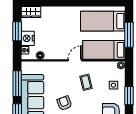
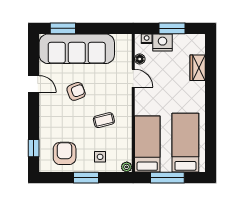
wardrobe: (31, 12) -> (198, 68), moved
door: (75, 60) -> (133, 78), moved
window: (17, 84) -> (102, 28), removed

